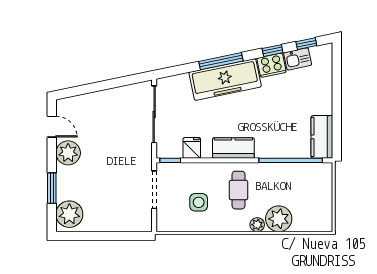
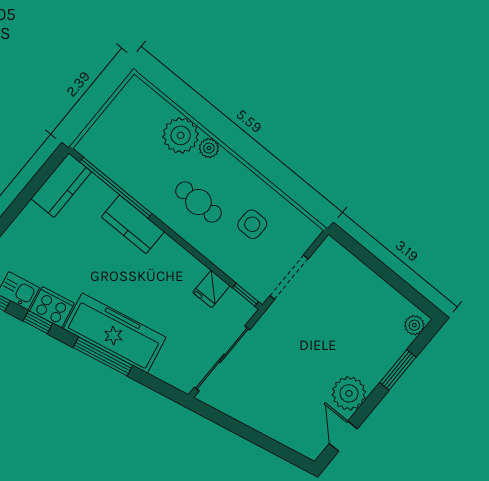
kitchen counter: (233, 148) -> (133, 224), moved
cafe table: (239, 190) -> (198, 202), turned 90
plant: (69, 214) -> (414, 325), width x0.53, depth x0.53

